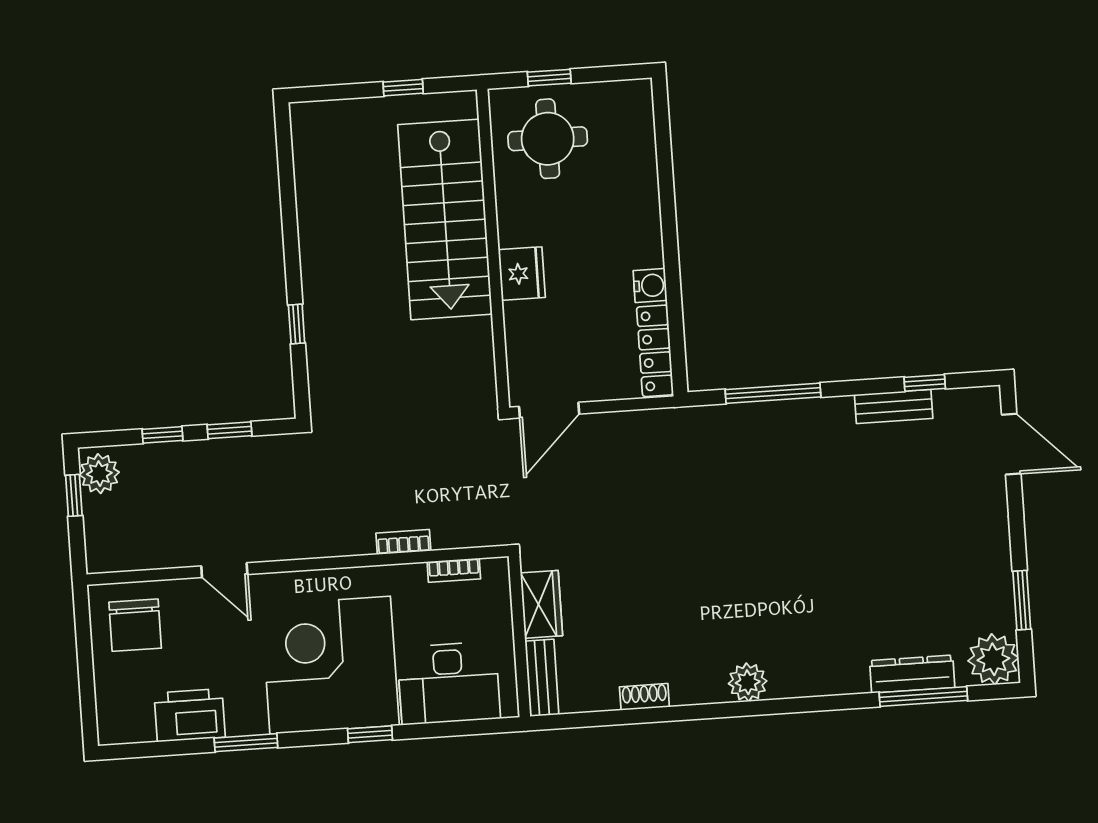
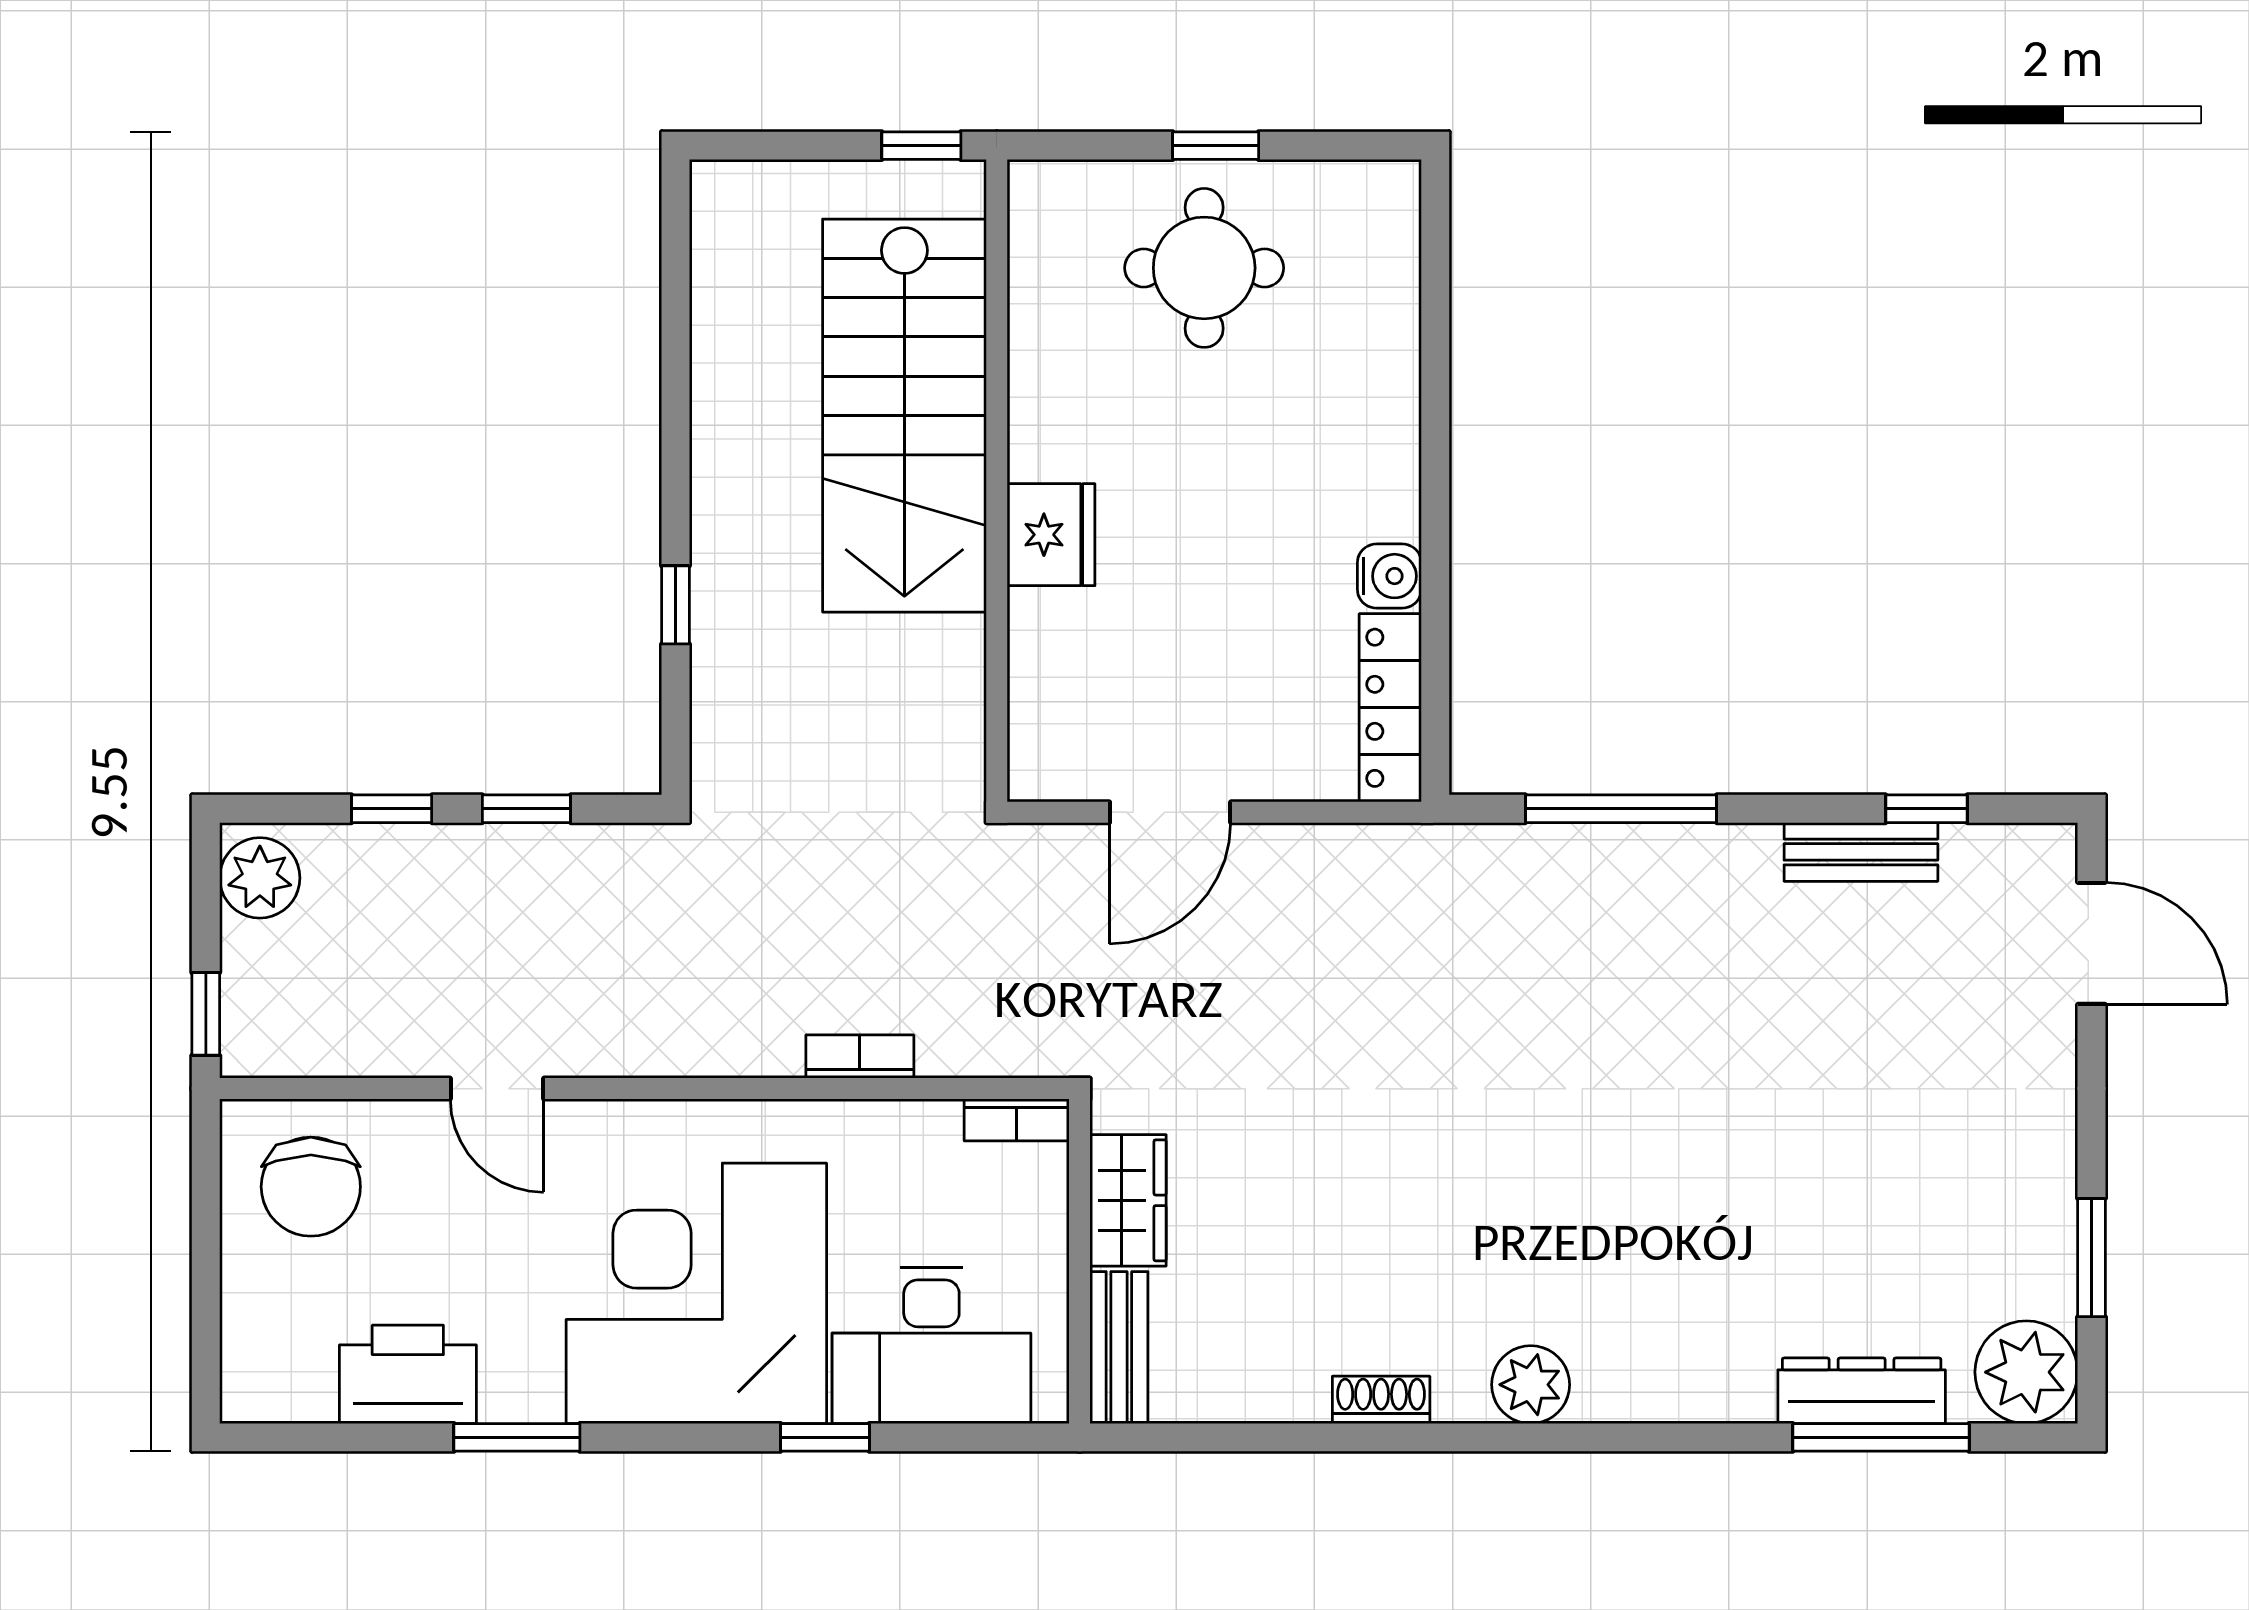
stairs: (445, 219) -> (904, 416), moved
wall: (493, 249) -> (997, 481), moved
fridge: (522, 274) -> (1051, 535), moved
window: (74, 495) -> (206, 1014), moved
bookcase: (454, 570) -> (1017, 1120), moved
shoe rack: (644, 697) -> (1381, 1400), moved
window: (370, 734) -> (825, 1437), moved

